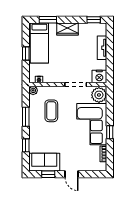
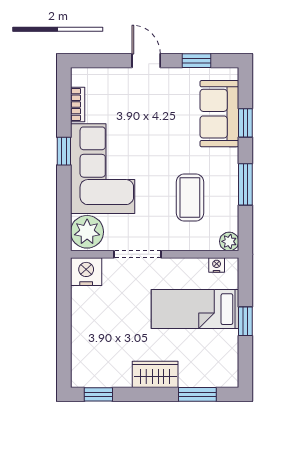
bed: (39, 43) -> (195, 309), moved, turned -90
tv unit: (102, 48) -> (80, 334), removed
sofa: (44, 162) -> (219, 114), moved, turned 90

